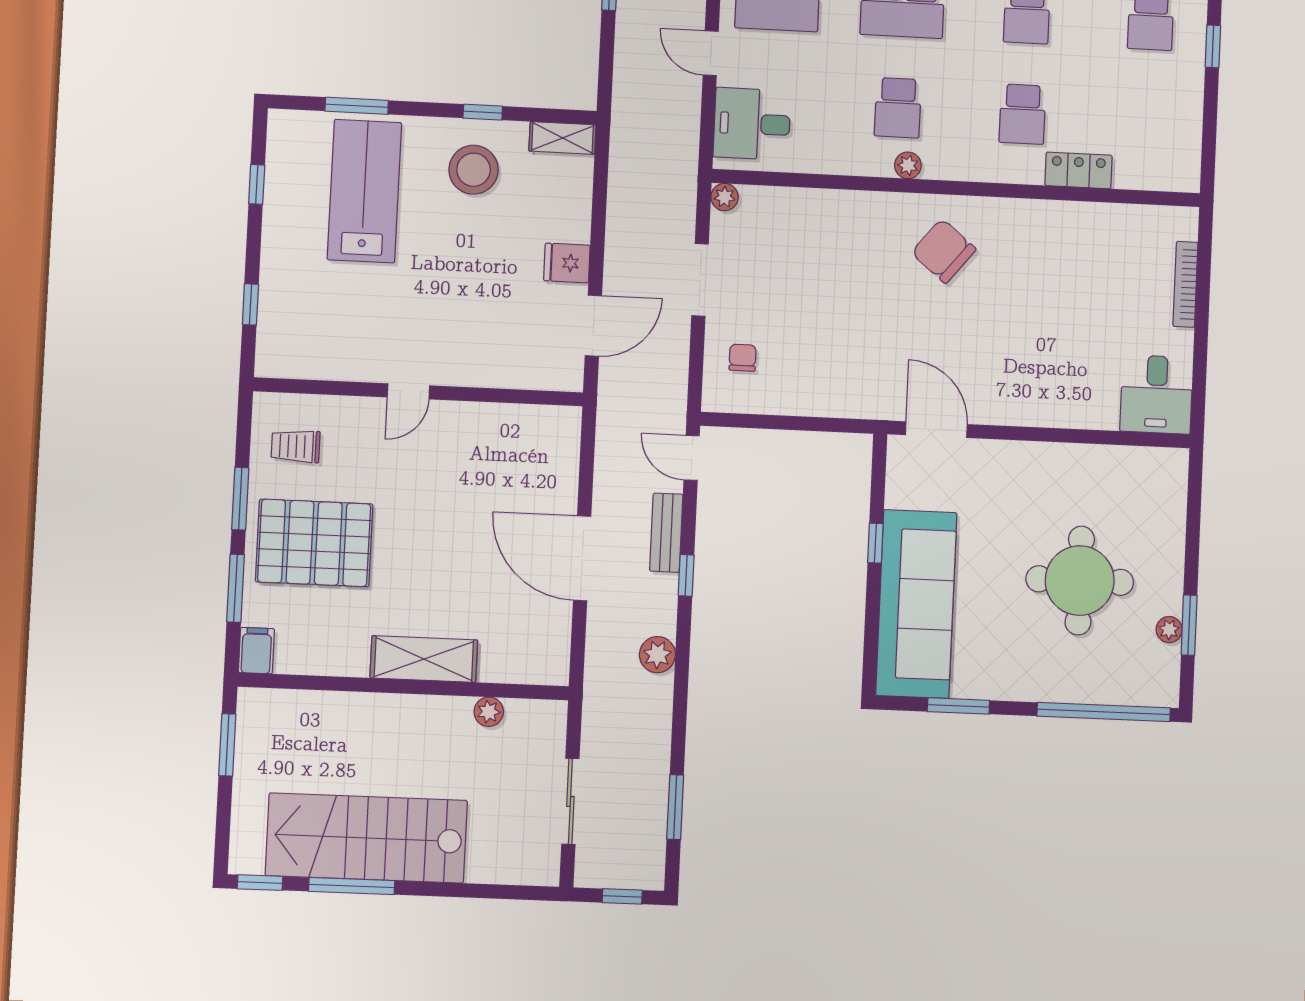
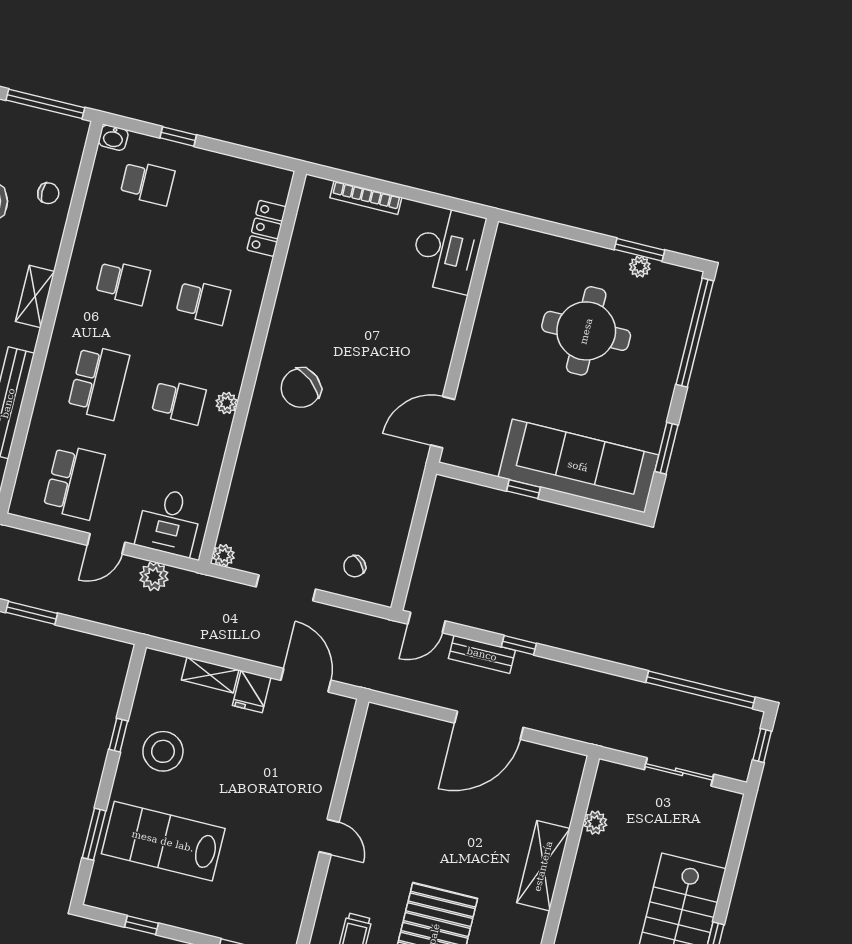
shelving: (563, 138) -> (210, 675), moved, turned 90
locker: (1078, 170) -> (267, 228), moved
chair: (743, 358) -> (355, 566), turned -44
desk: (1156, 394) -> (447, 249), width x1.37
plant: (657, 655) -> (154, 576), moved
window: (675, 807) -> (701, 690), width x2.11

